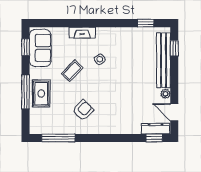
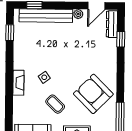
fireplace: (82, 33) -> (18, 83), moved
armchair: (83, 110) -> (93, 94), width x1.88, depth x1.88
window: (154, 138) -> (121, 39), moved

